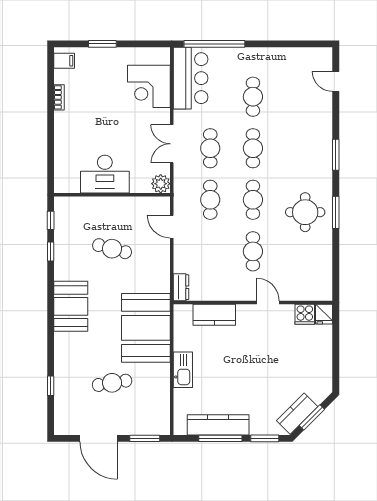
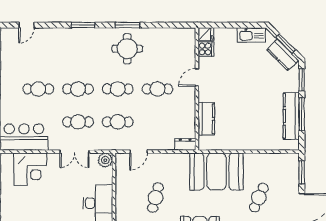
kitchen sink: (183, 370) -> (251, 35), moved, turned 180
cafe table: (112, 383) -> (259, 198), turned 33

